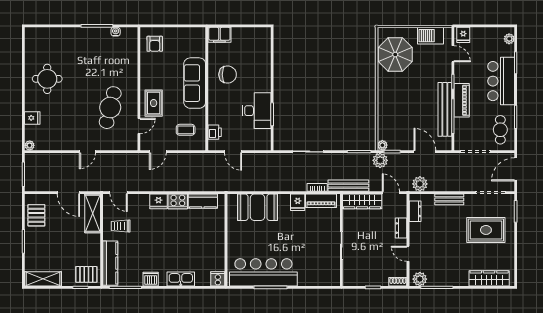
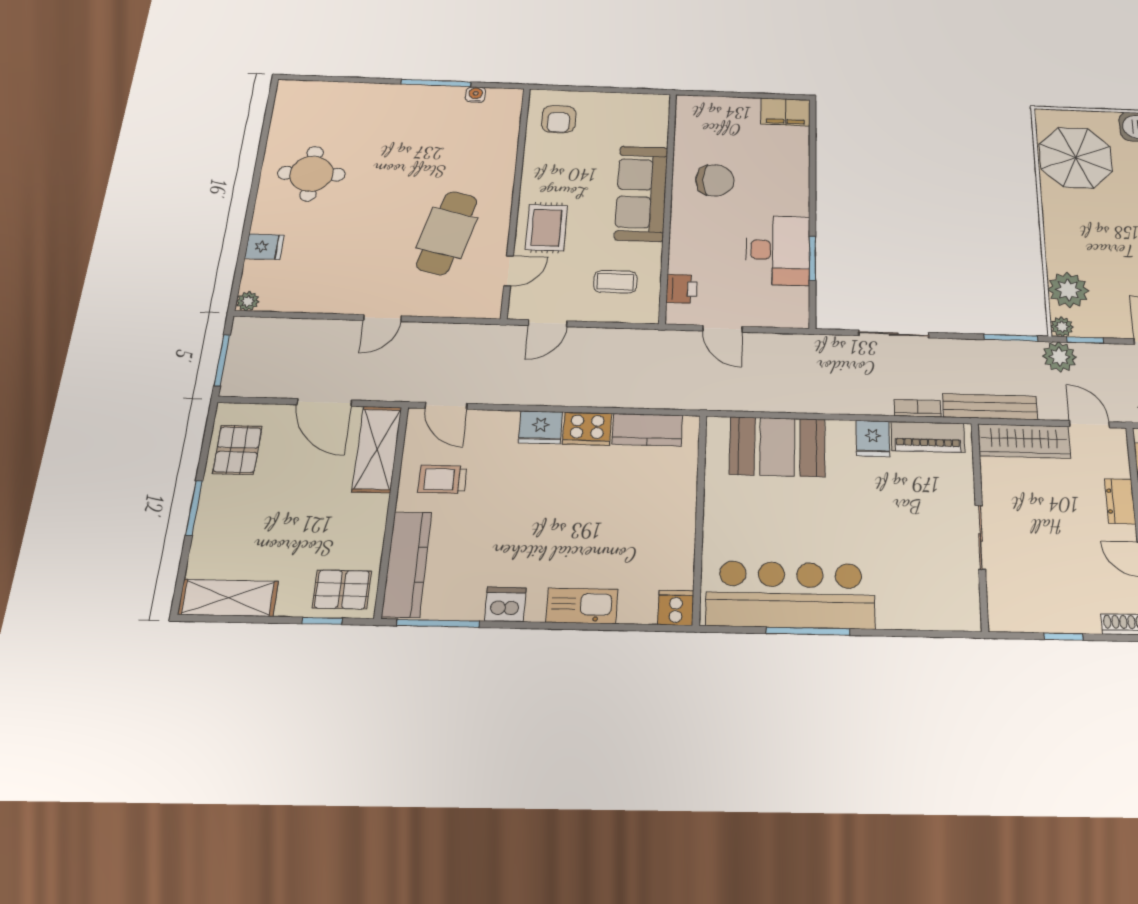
filing cabinet: (219, 35) -> (785, 112), moved
plant: (387, 126) -> (1068, 290), added

